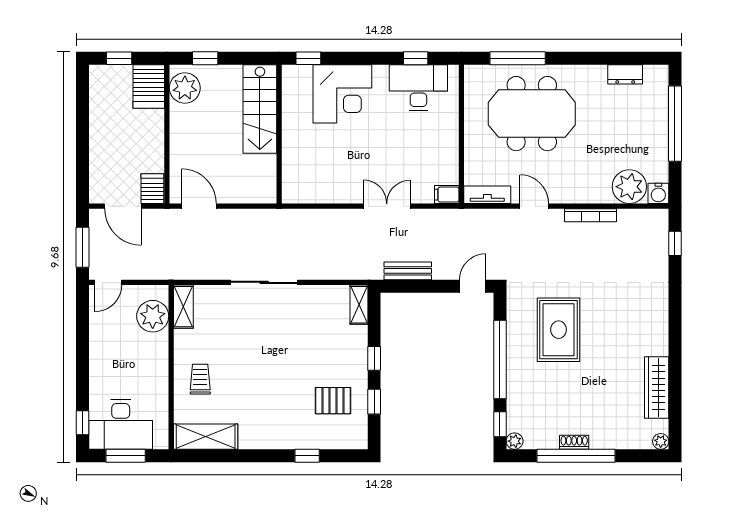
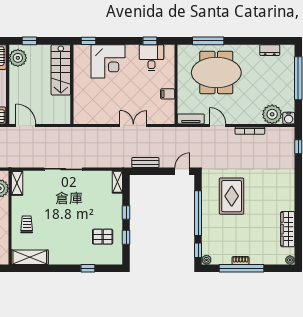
desk: (418, 87) -> (151, 58), width x0.73
filing cabinet: (447, 195) -> (168, 94), moved

